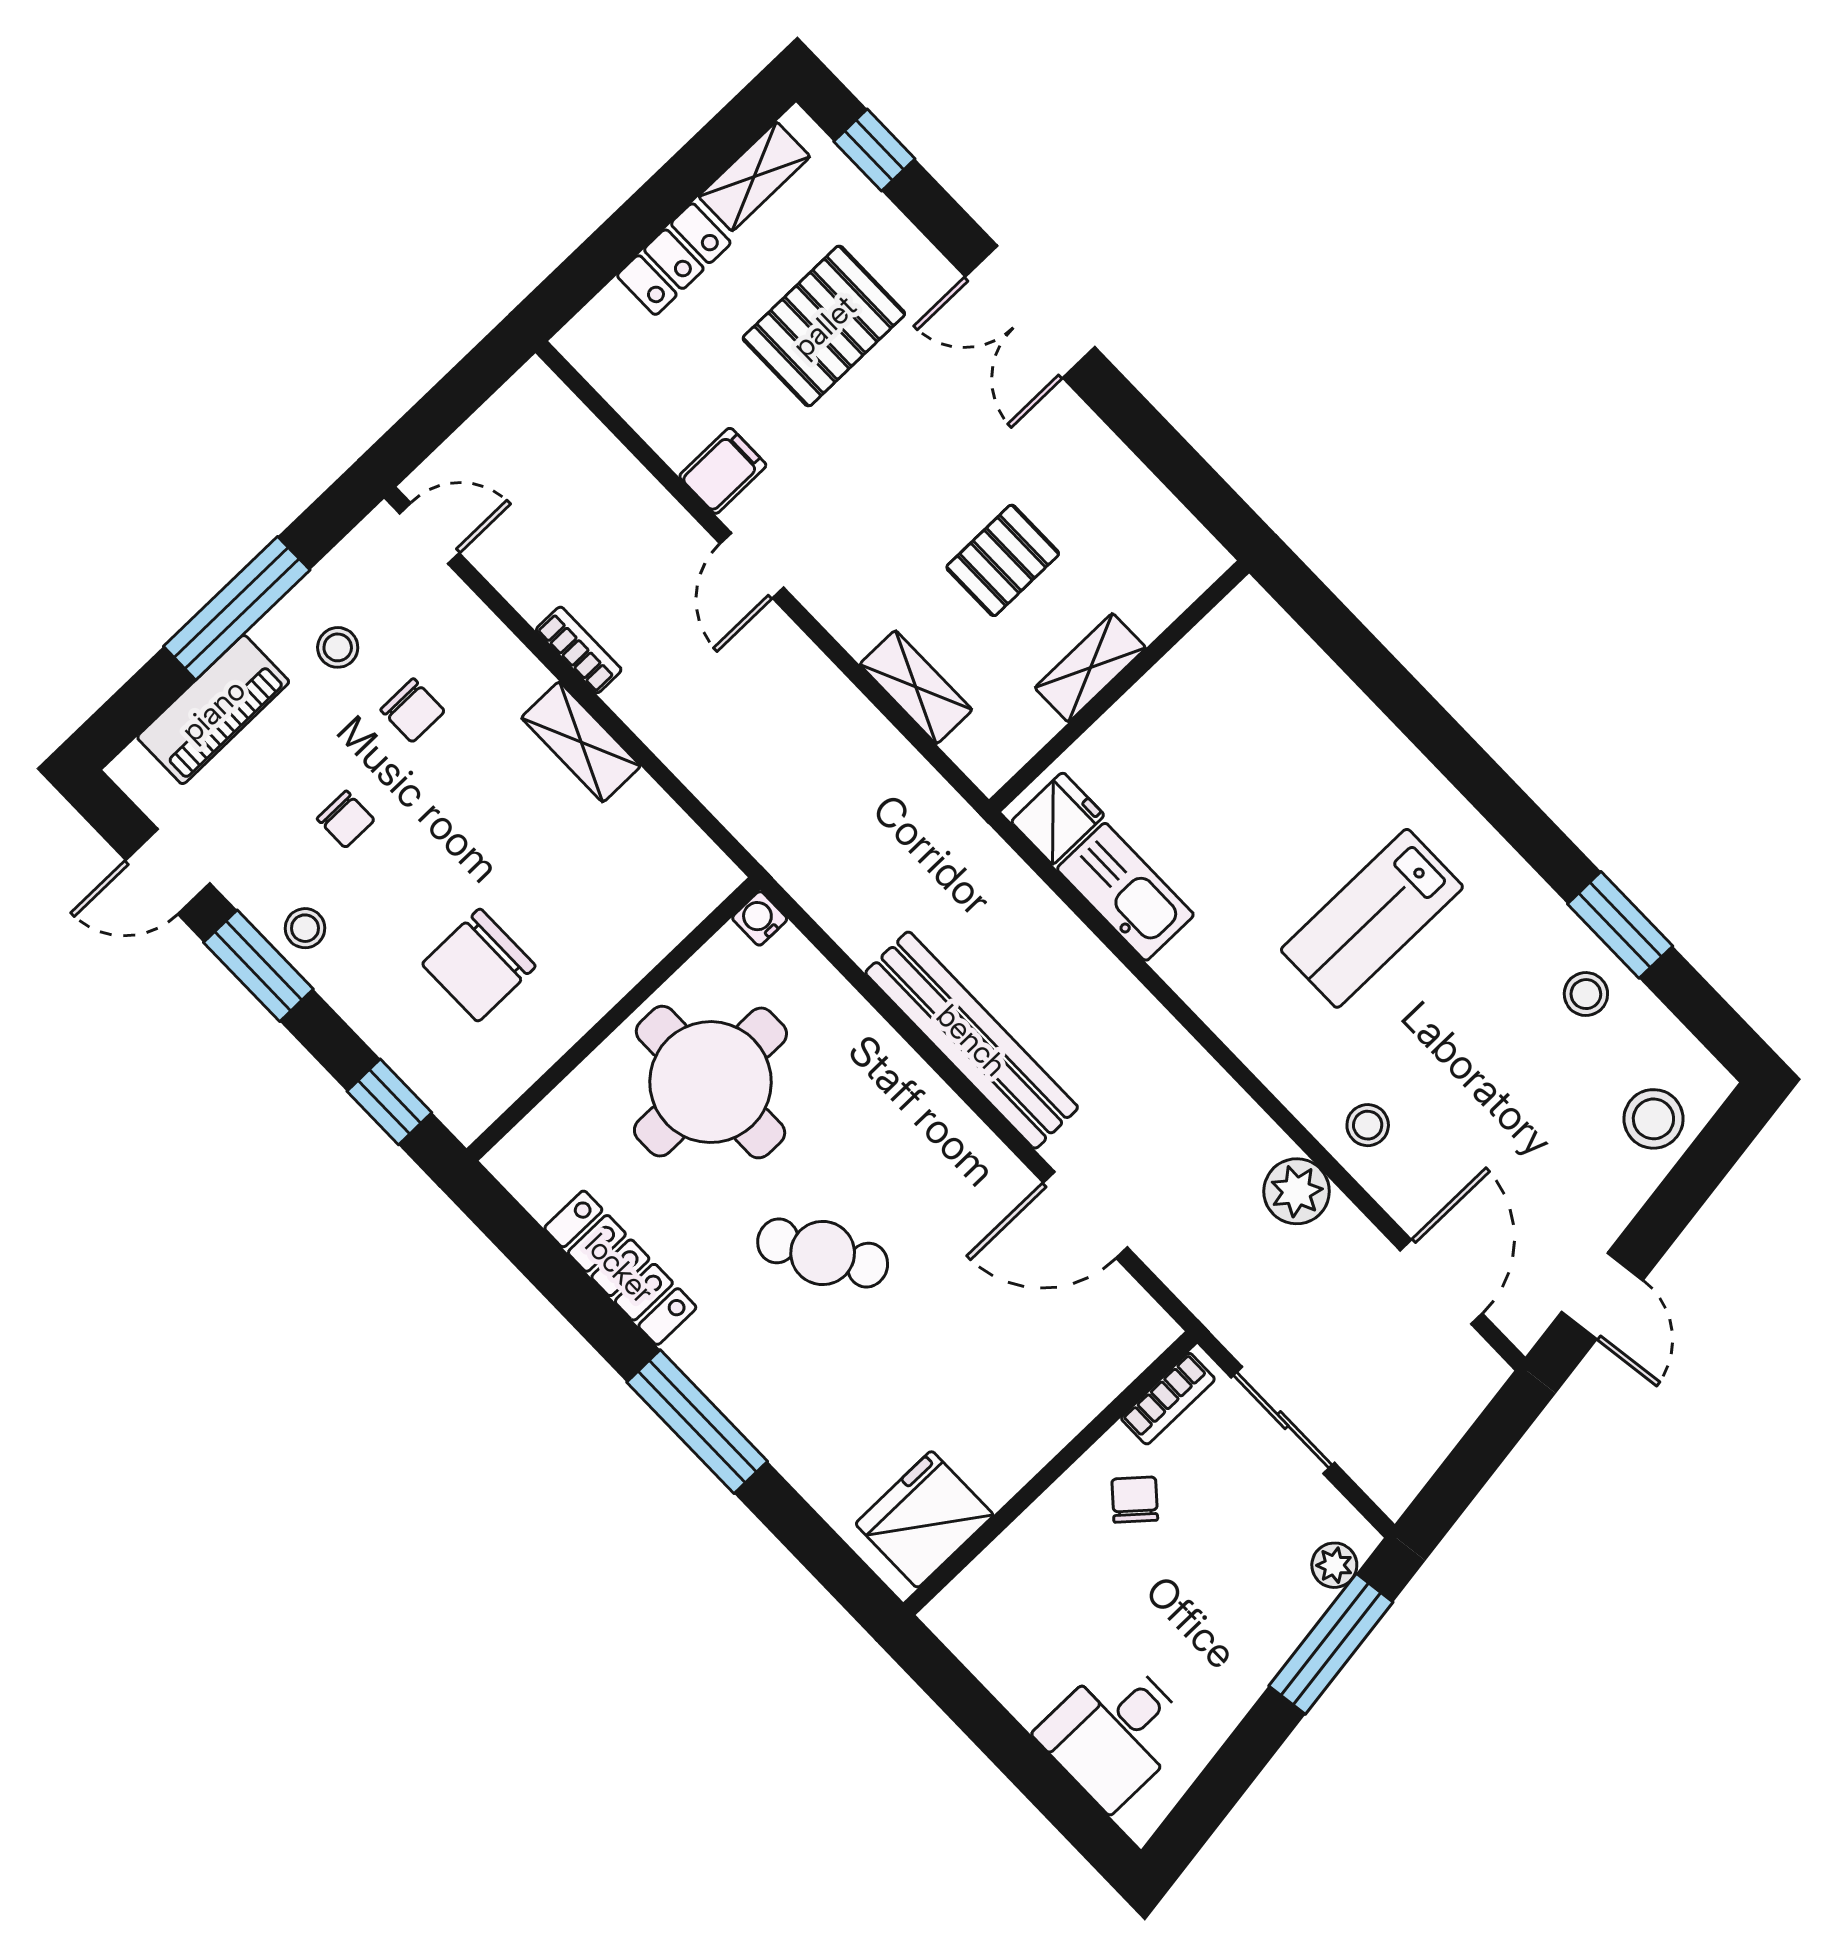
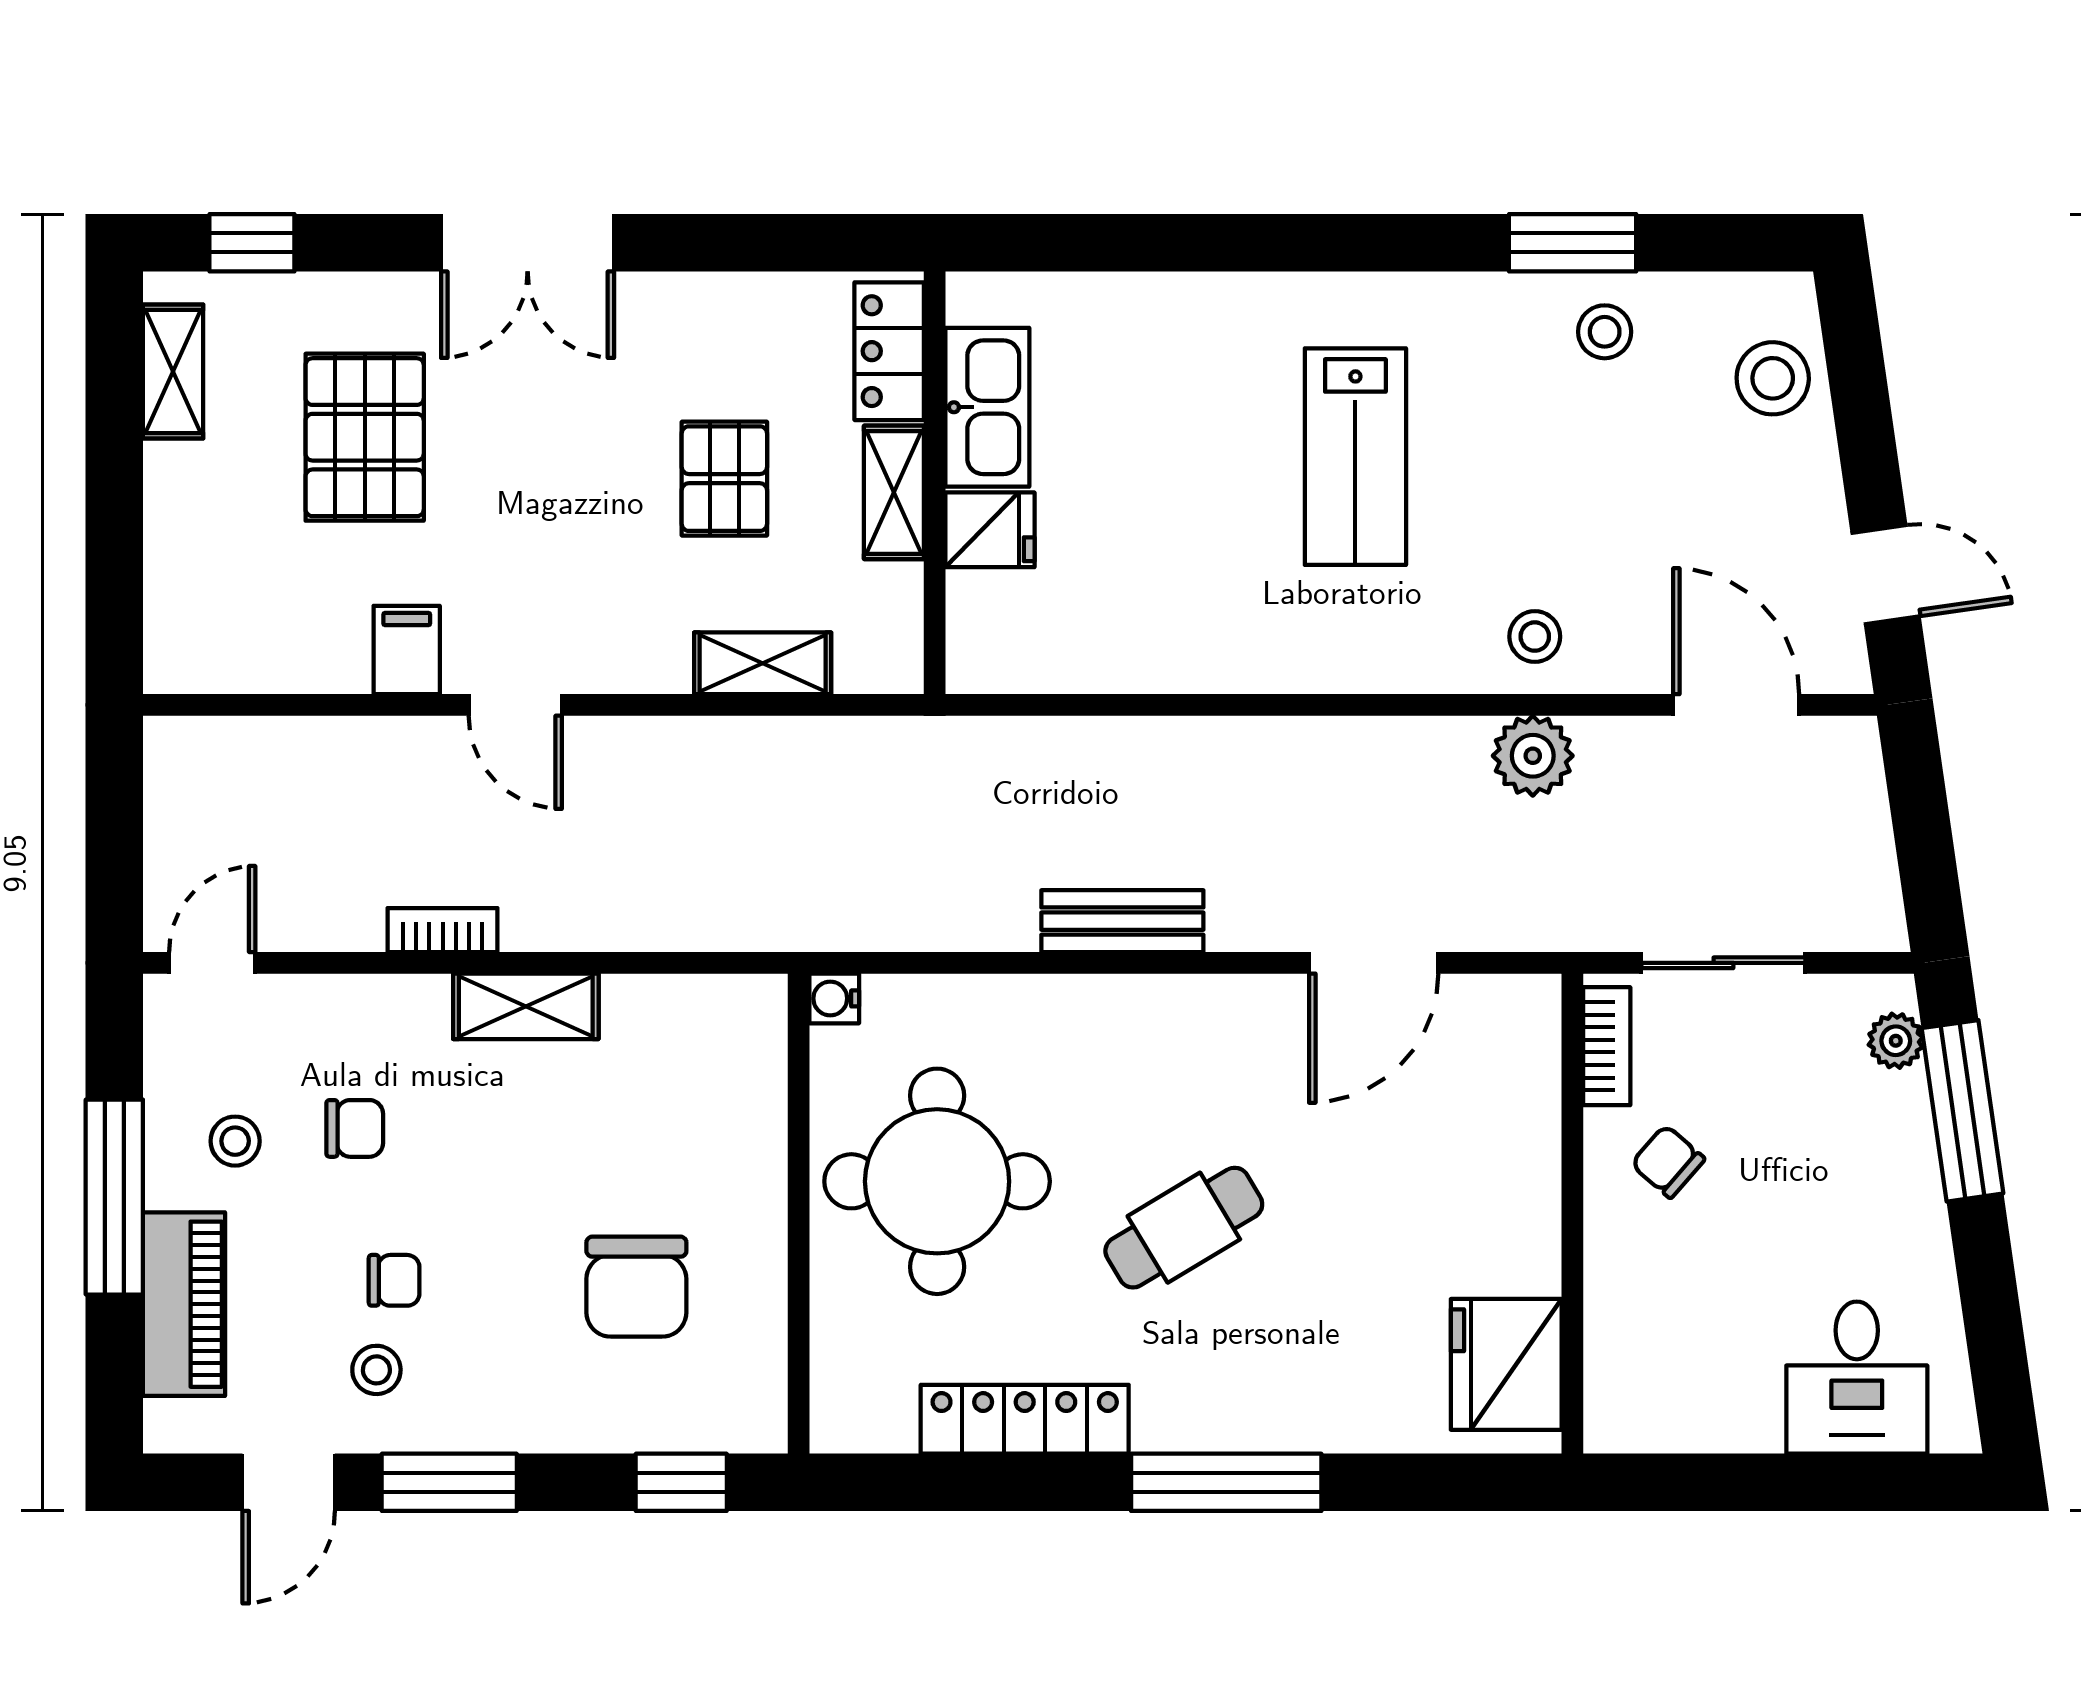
locker: (674, 259) -> (889, 351), moved, turned 180
fridge: (1058, 818) -> (990, 530), moved, turned 90
kitchen sink: (1125, 892) -> (987, 407), moved, turned 90
stool: (305, 928) -> (376, 1370), moved
bench: (972, 1040) -> (1122, 921), width x0.54, depth x0.82

